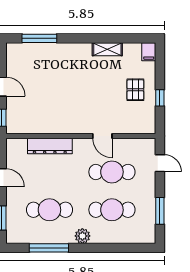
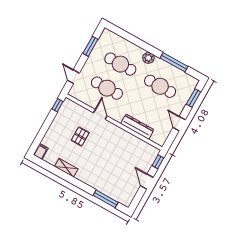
pallet: (135, 90) -> (80, 136), moved
window: (160, 98) -> (57, 105), moved

